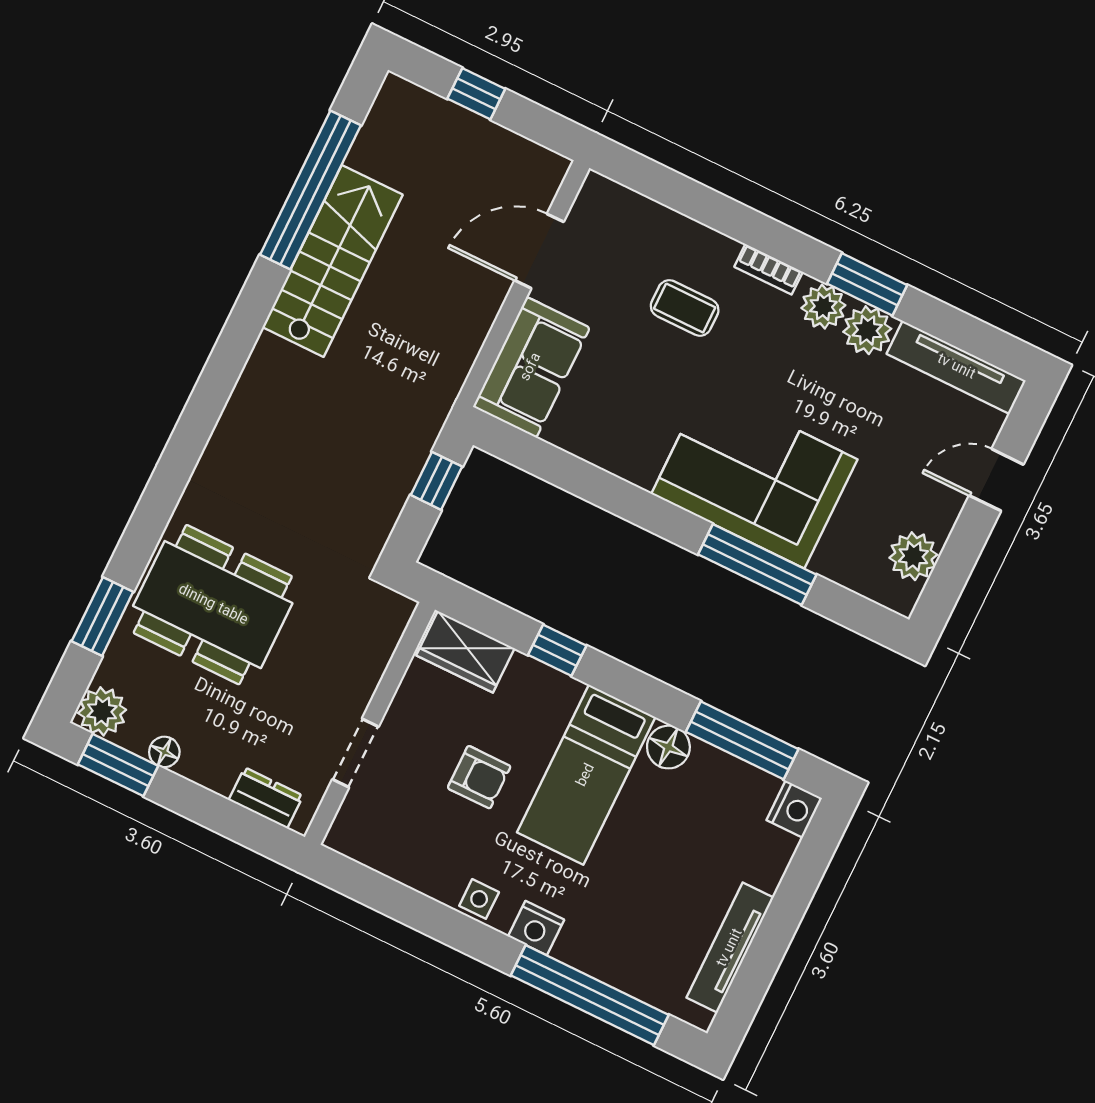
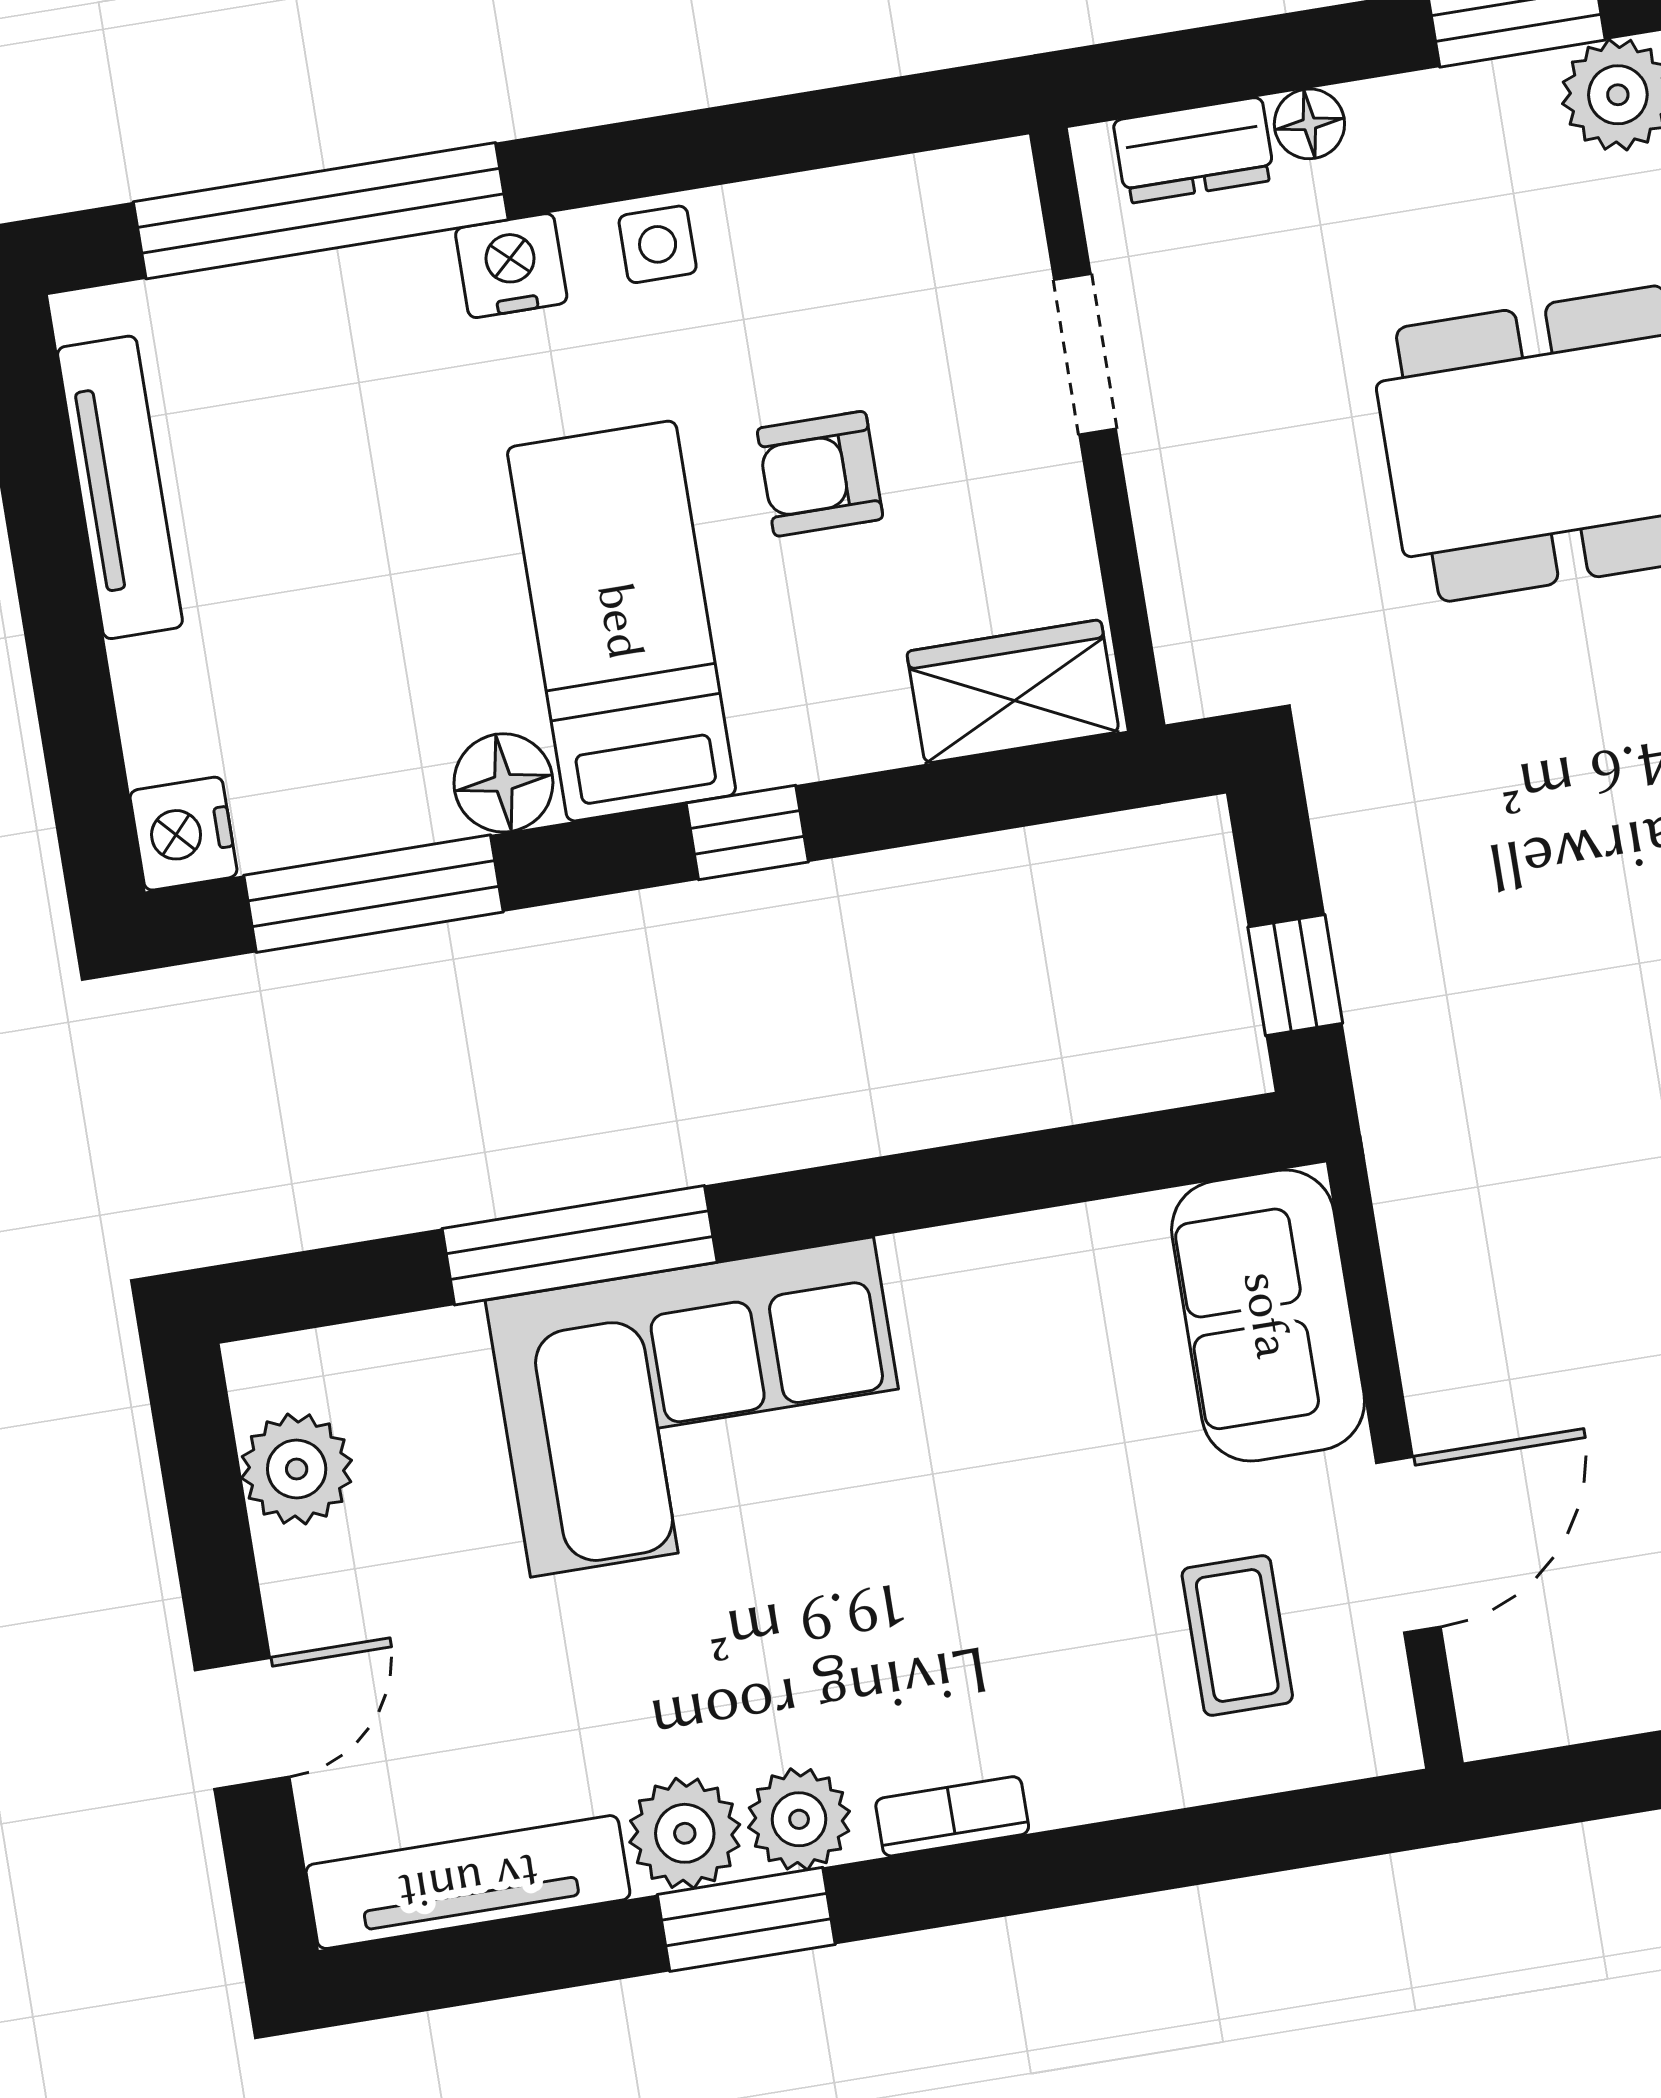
coffee table: (685, 308) -> (1237, 1635), moved, turned 90
window: (557, 650) -> (747, 832), moved
floor lamp: (164, 752) -> (1309, 124), moved

